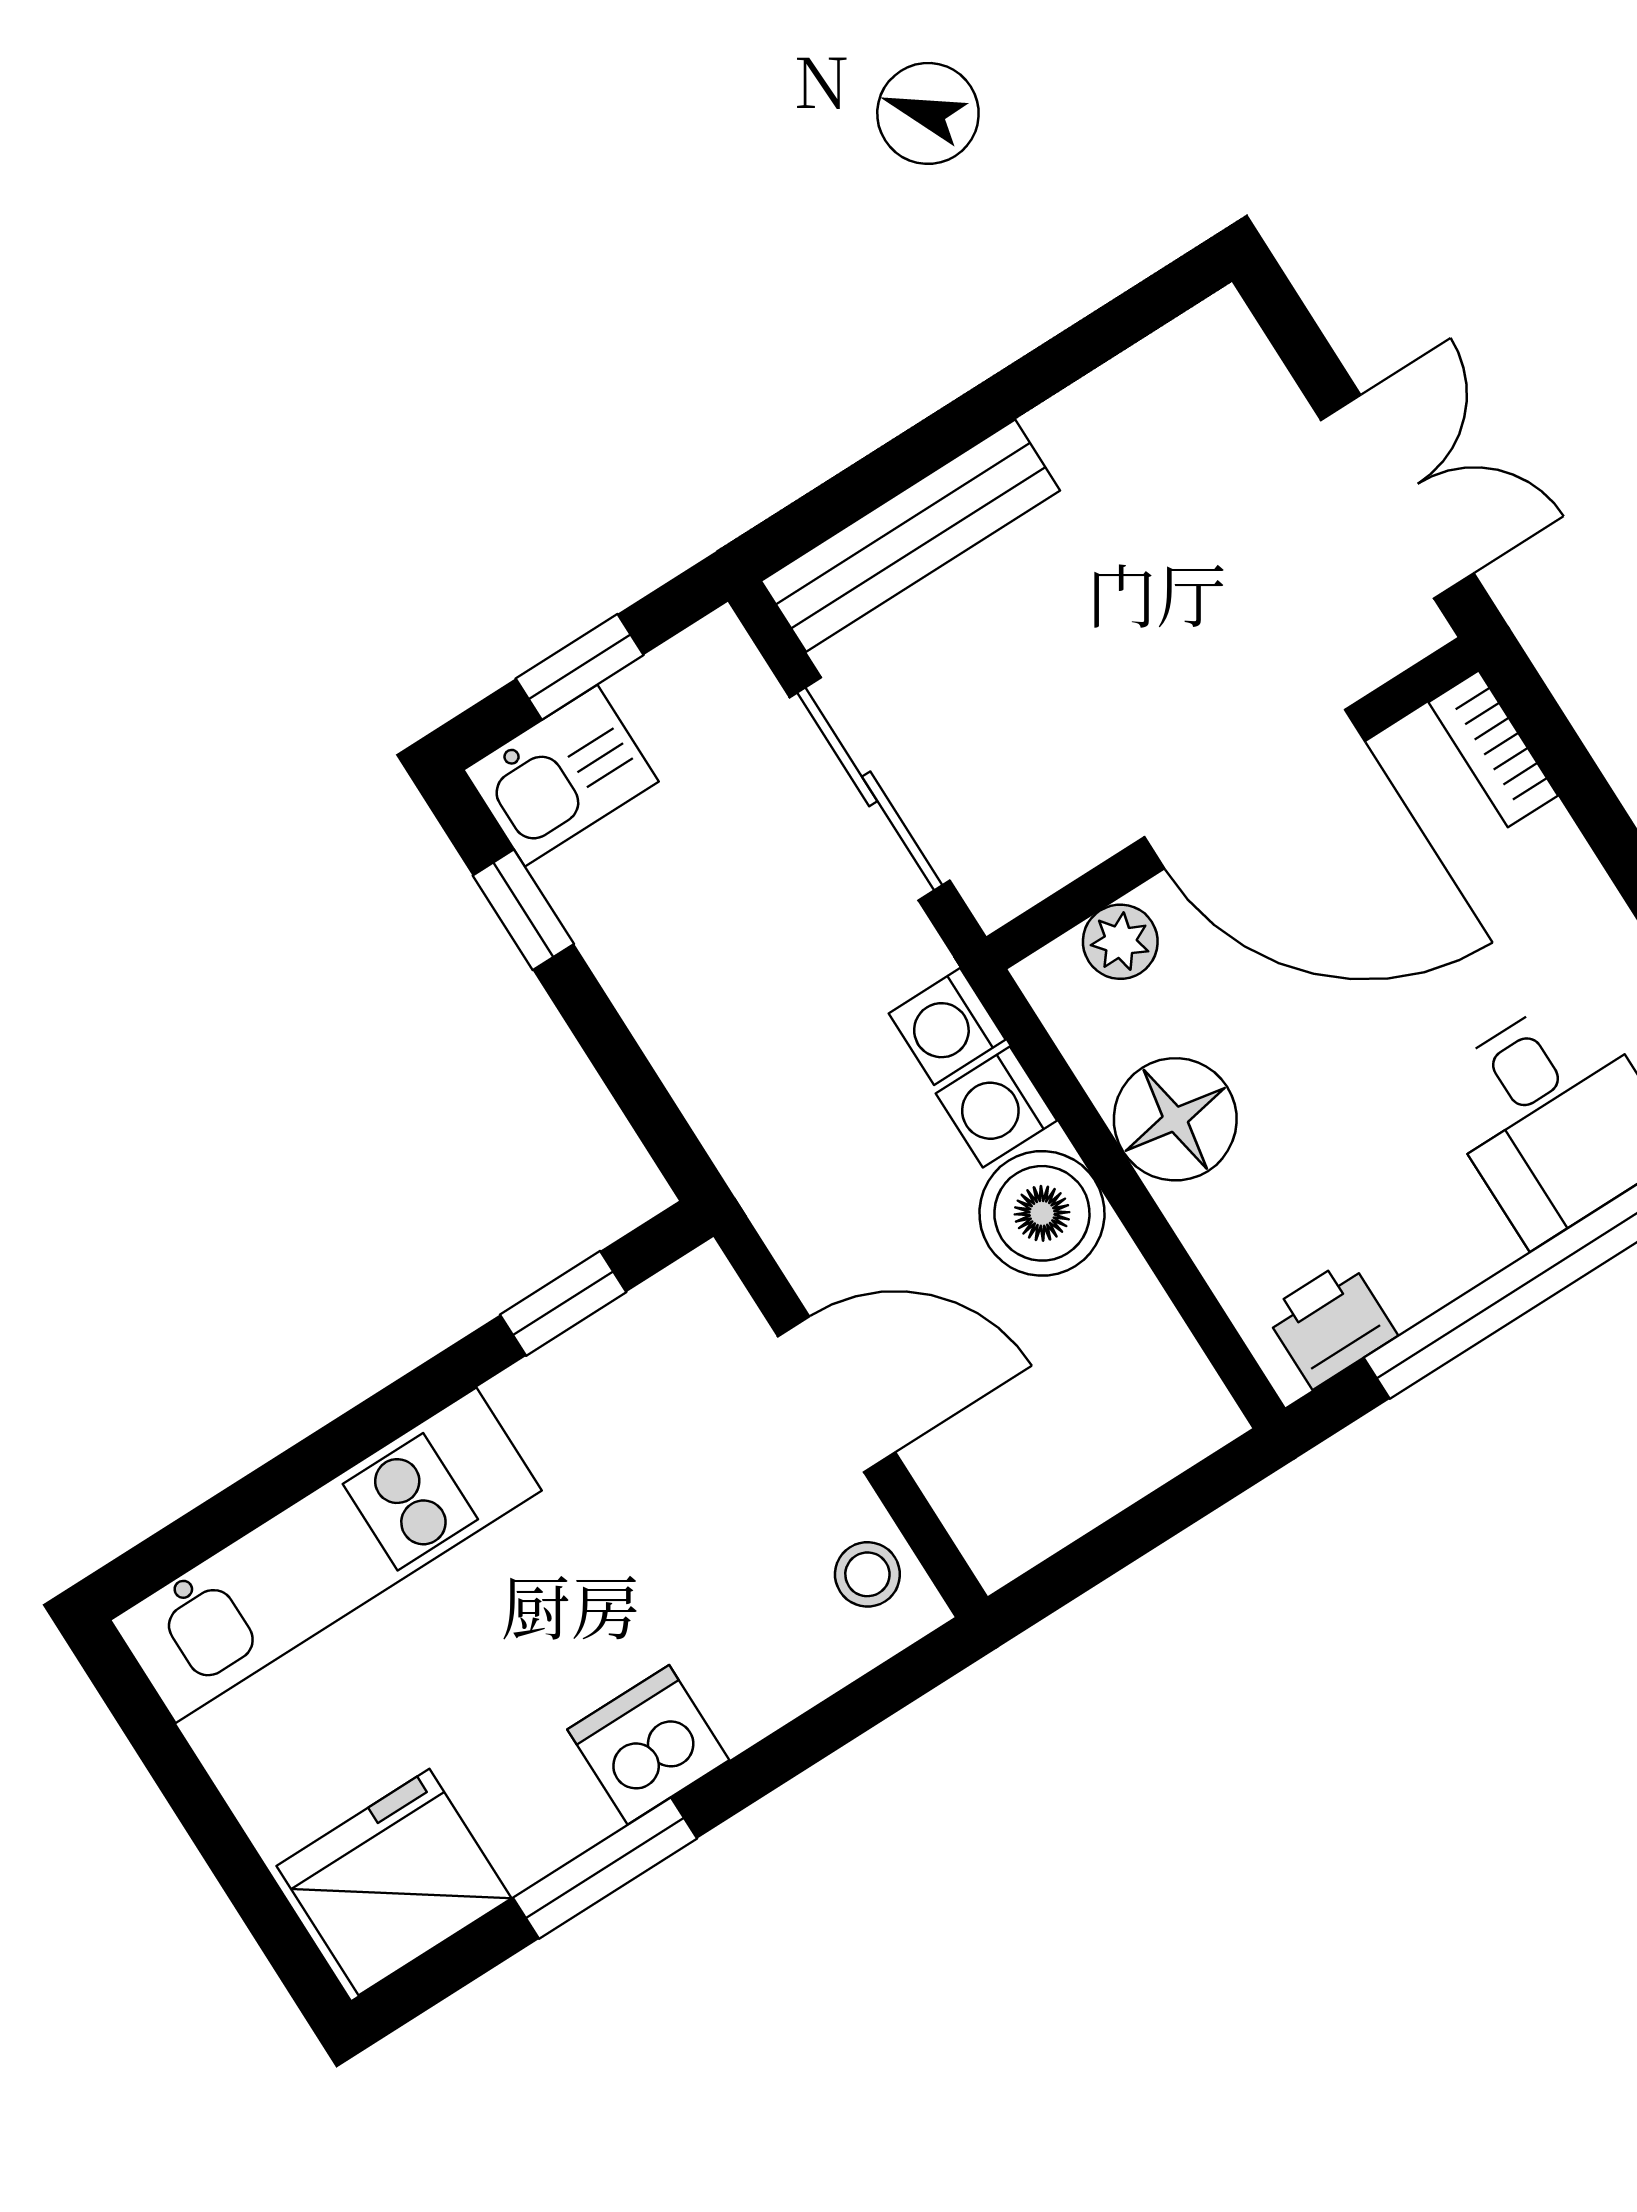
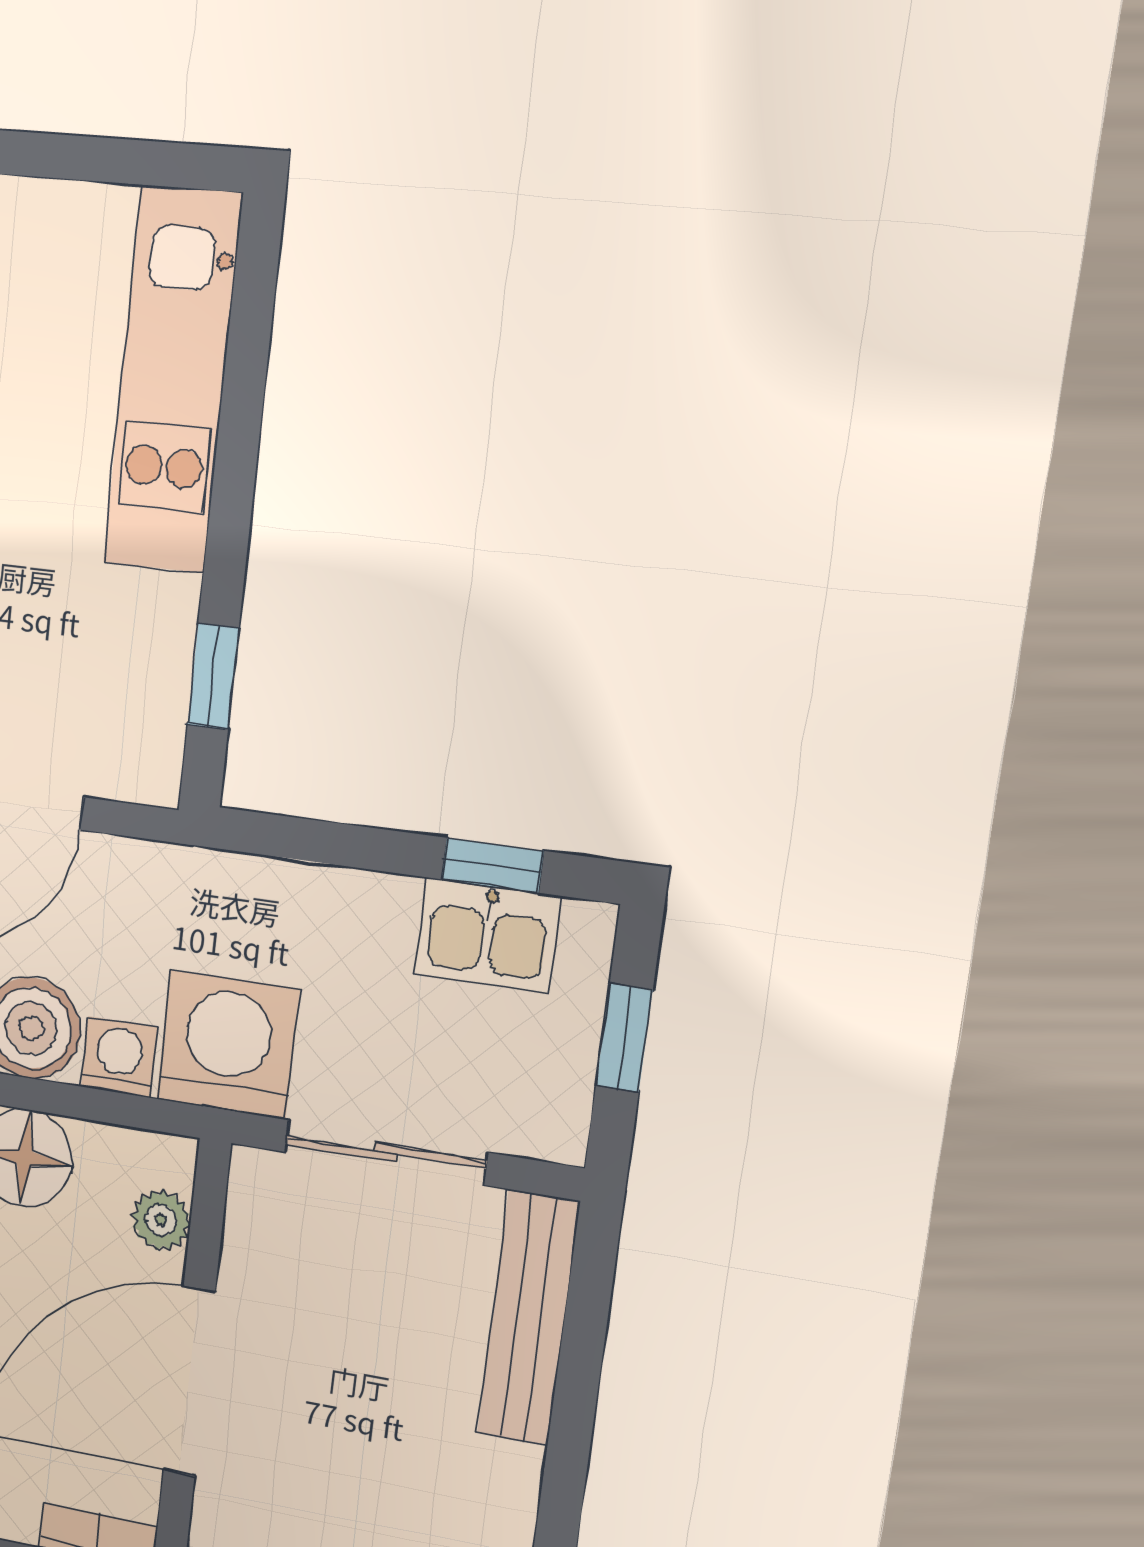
kitchen sink: (561, 776) -> (488, 935), moved, turned -90
washing machine: (947, 1027) -> (228, 1044), width x1.89, depth x1.89

